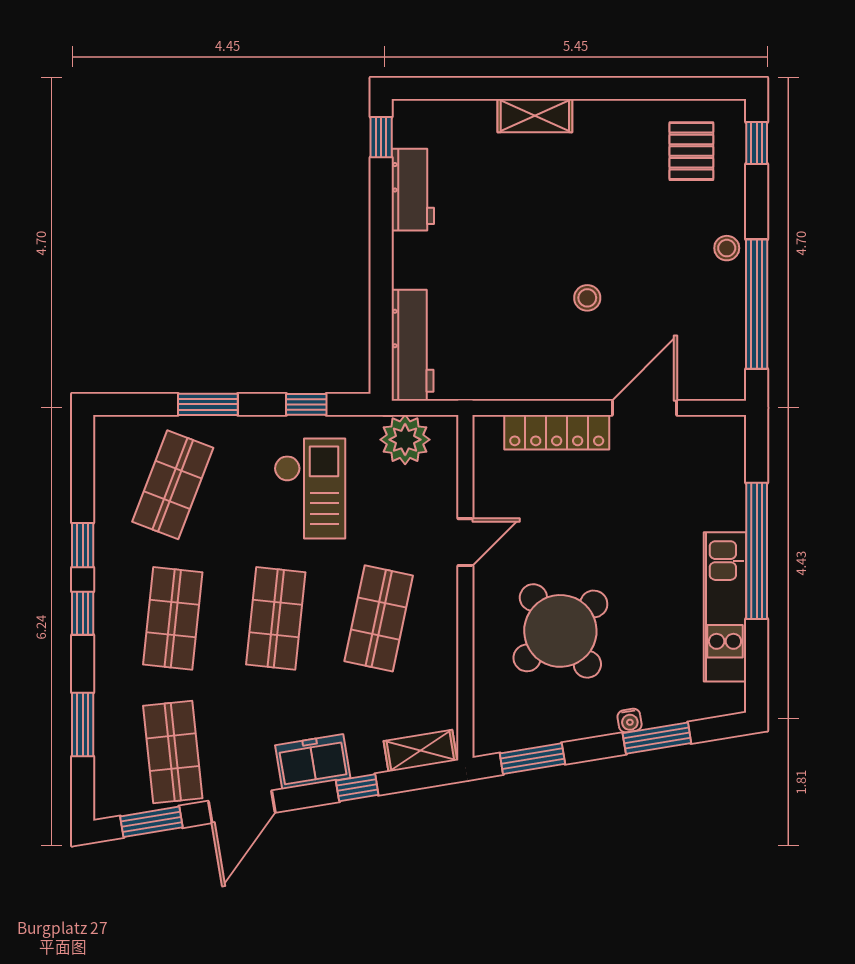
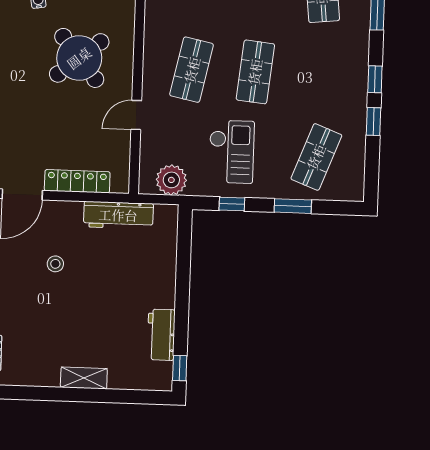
workbench: (412, 345) -> (118, 215), moved, turned -90
checkout: (310, 488) -> (231, 152), turned 180
shop shelf: (173, 618) -> (319, 74), removed

